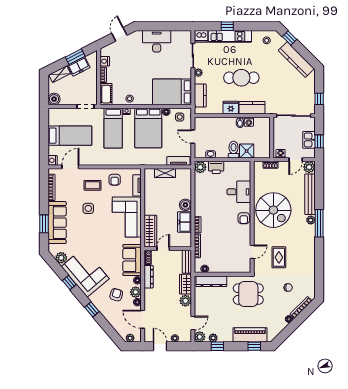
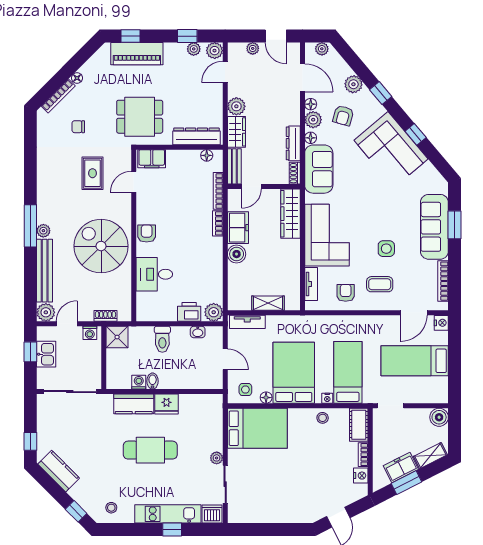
desk: (157, 41) -> (281, 506), removed
kitchen counter: (296, 60) -> (59, 471), width x0.67
kitchen counter: (200, 96) -> (214, 423), removed
window: (319, 99) -> (30, 441), moved
shower: (247, 151) -> (117, 337), moved
door: (163, 249) -> (251, 187), moved
plant: (61, 258) -> (353, 84), moved
filing cabinet: (240, 267) -> (152, 159), added

